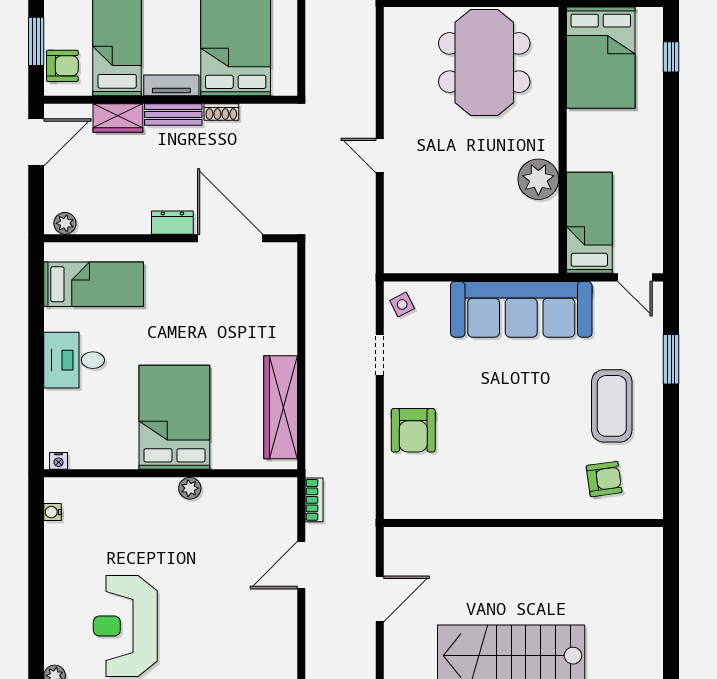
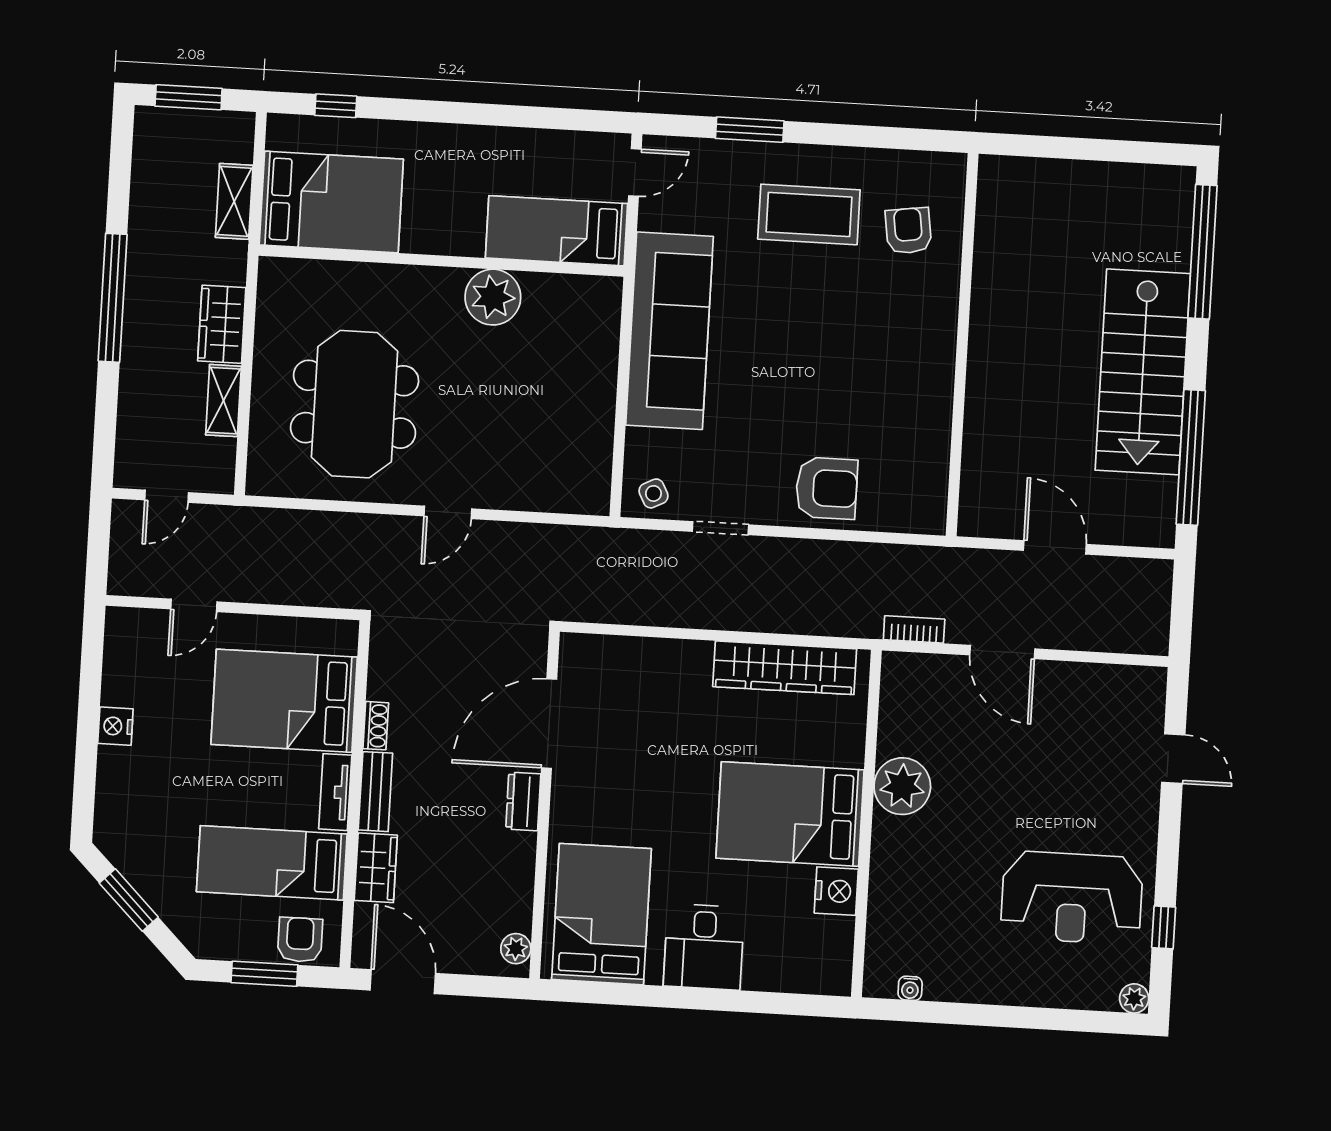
meeting table: (484, 63) -> (355, 404), moved, turned 90
bed: (94, 284) -> (601, 914), width x1.50
nightstand: (59, 461) -> (836, 891), moved, width x1.89, depth x1.79
plant: (190, 488) -> (902, 786), width x1.87, depth x1.87

